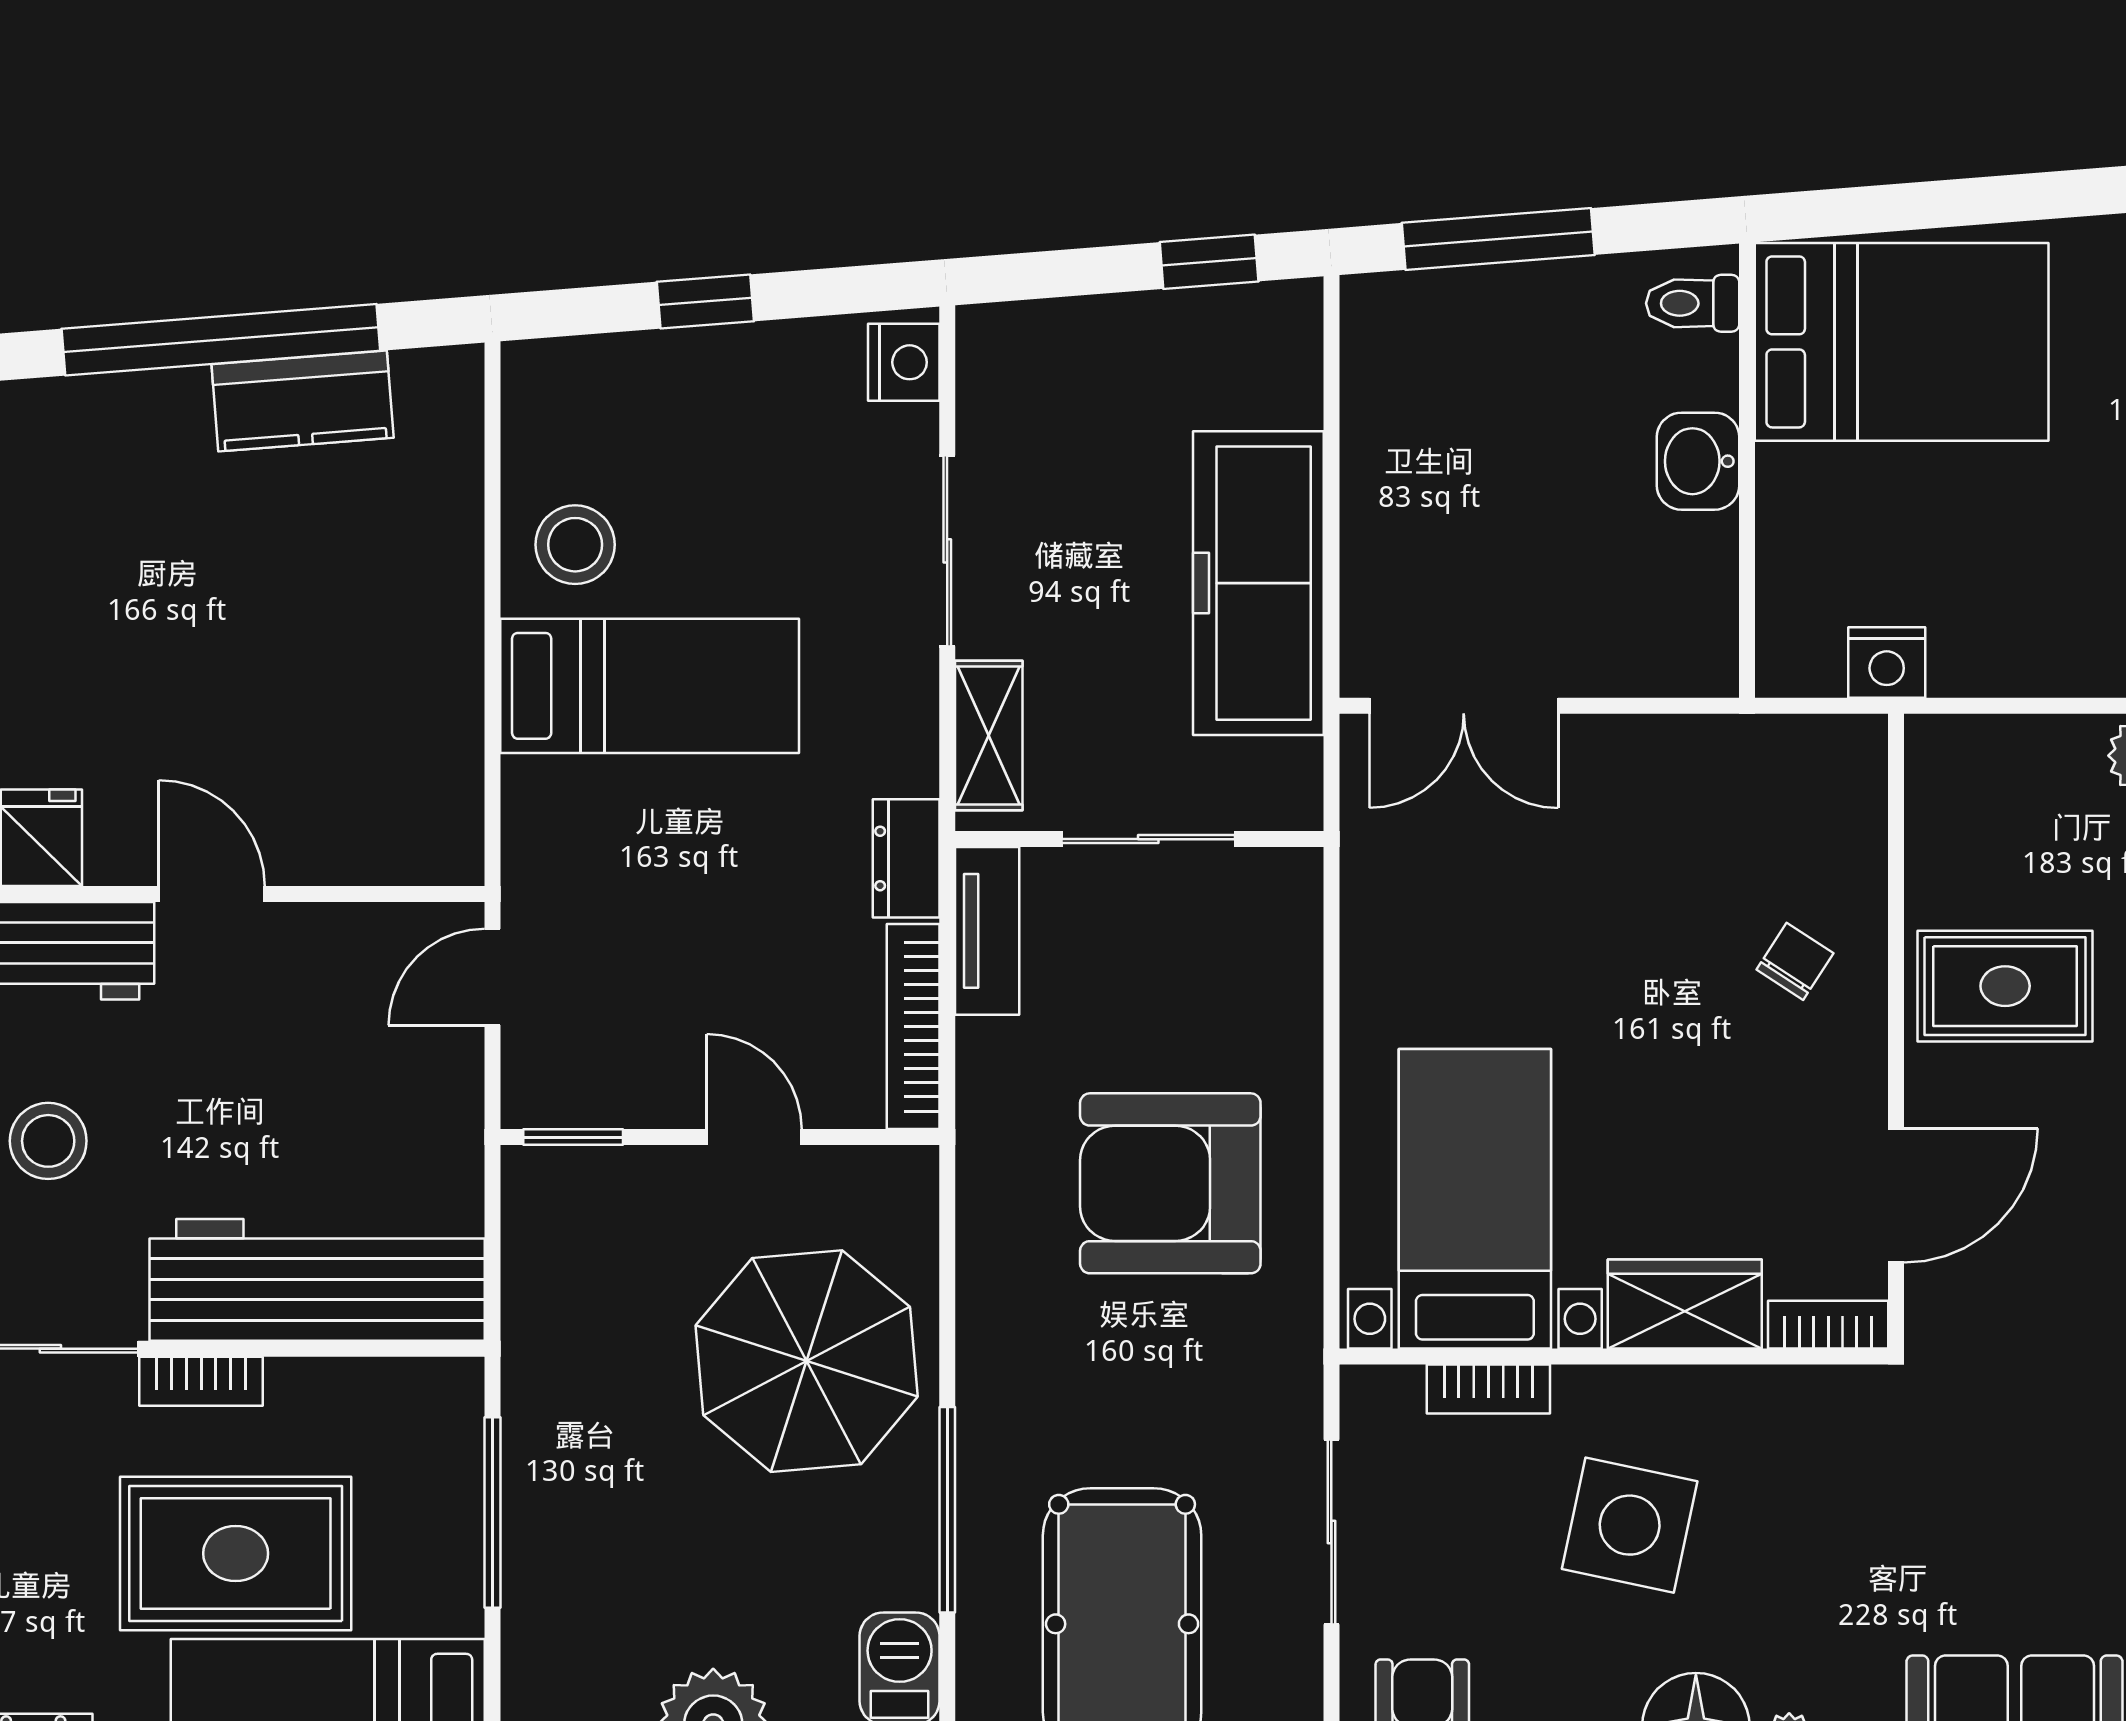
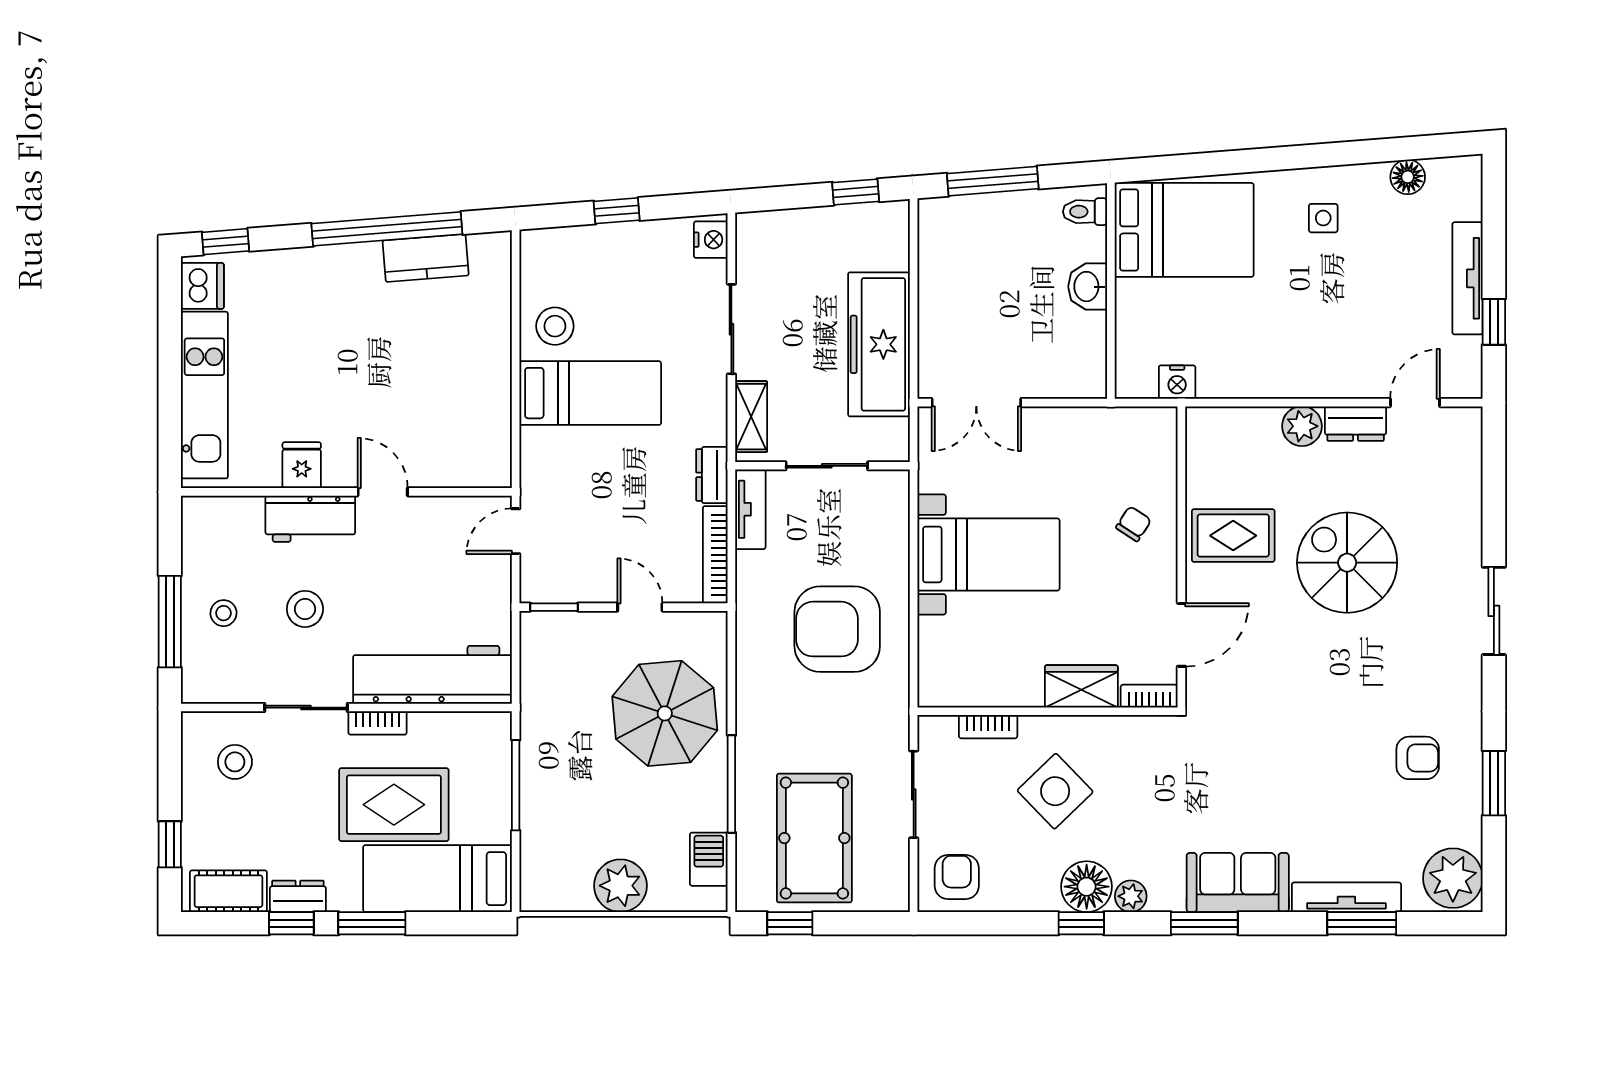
bed with nightstands: (1475, 1199) -> (989, 554), moved, turned 90
side table: (1630, 1525) -> (1055, 791), turned 34

